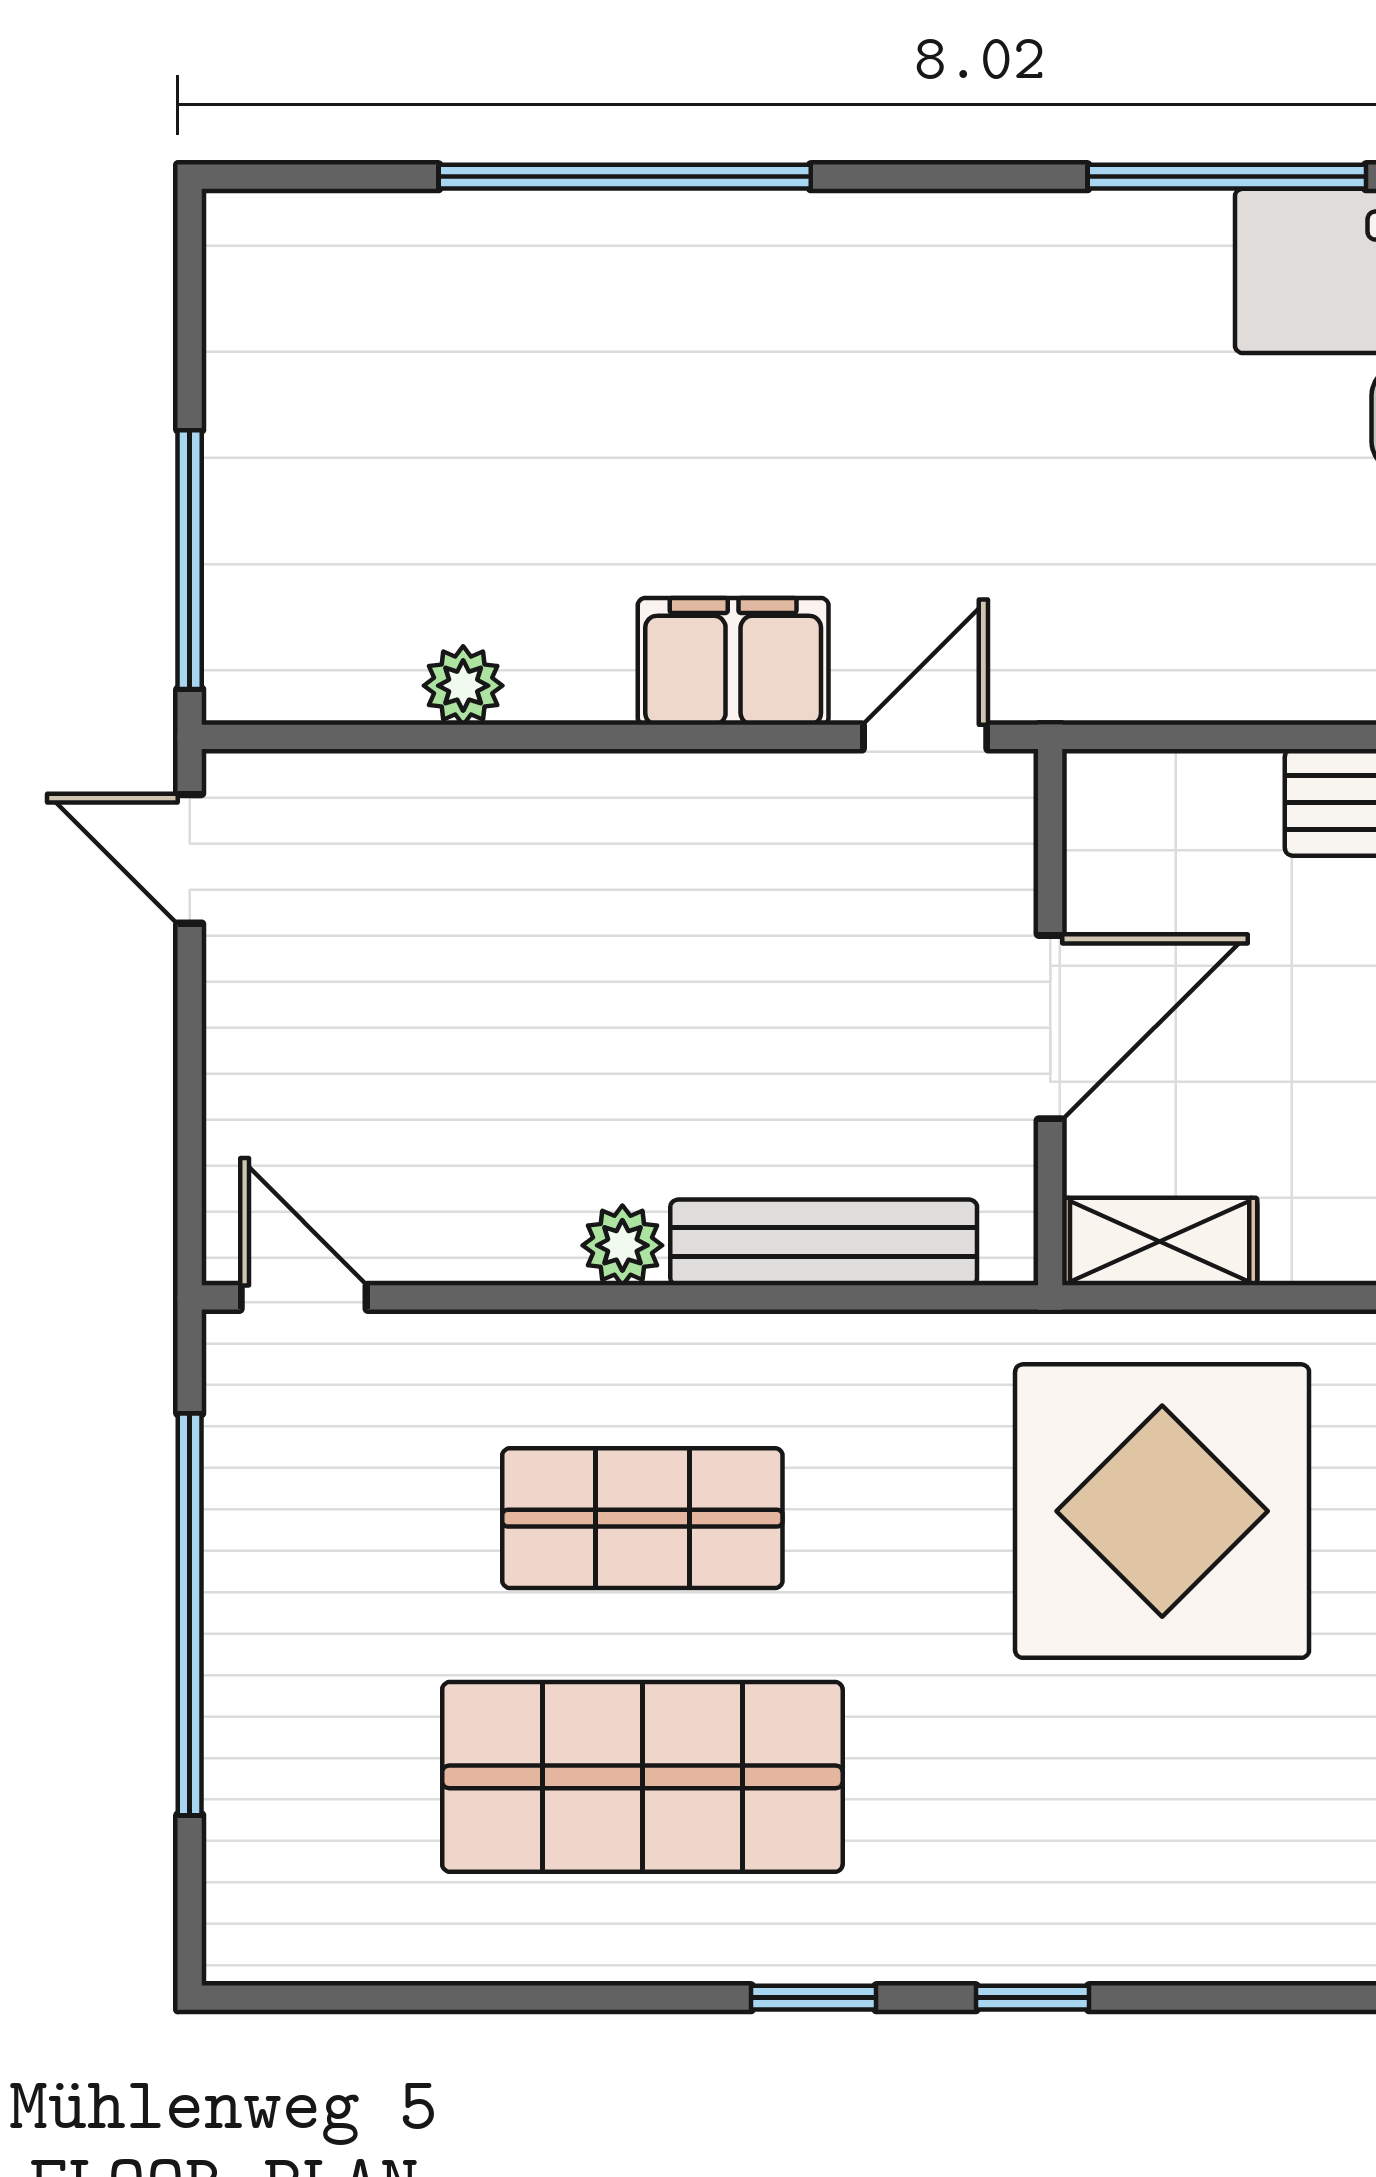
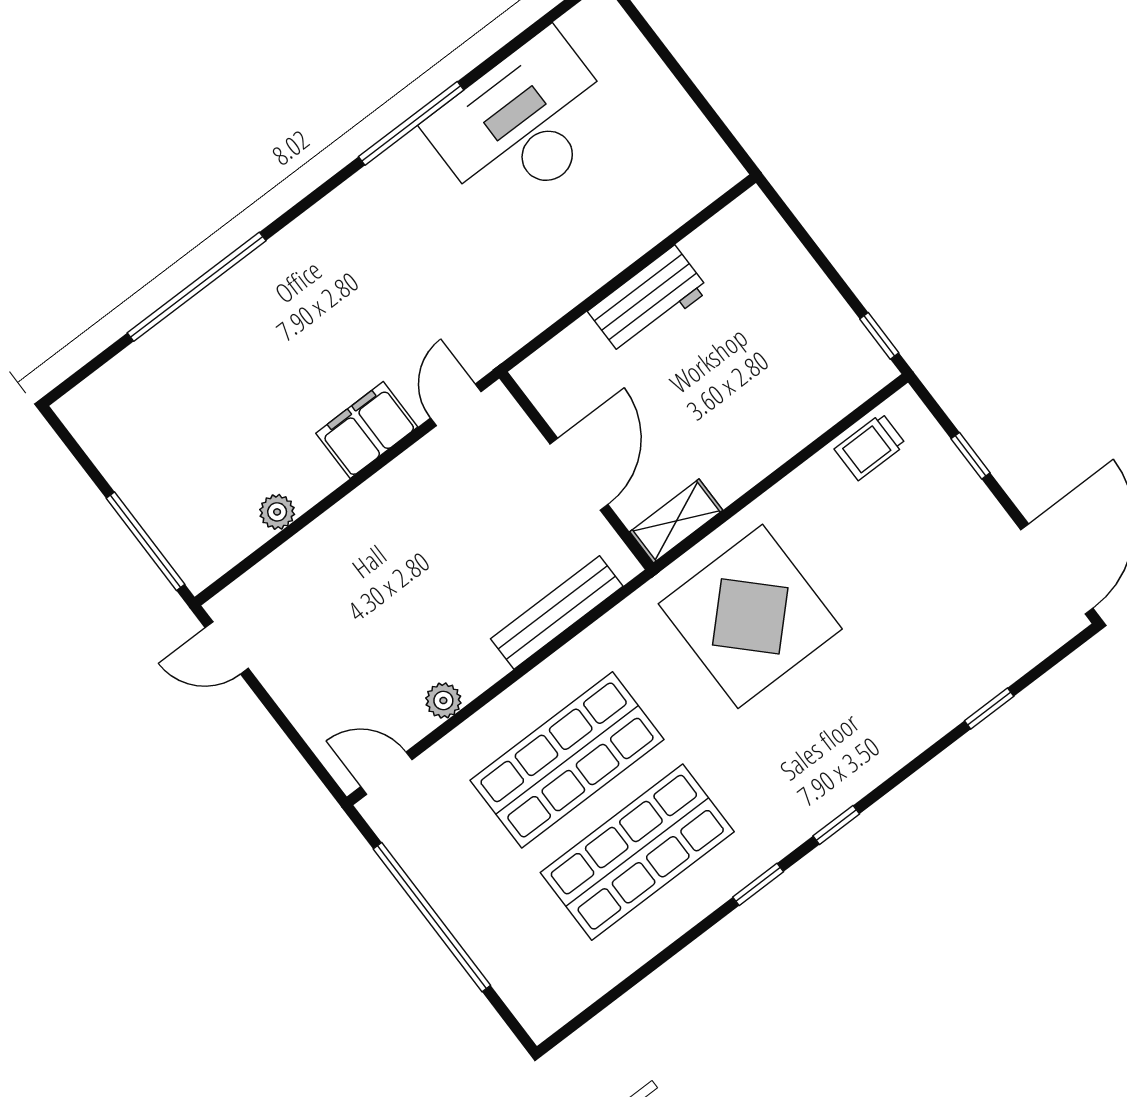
plant: (622, 1245) -> (443, 700), moved
shop shelf: (642, 1518) -> (567, 760), width x1.43, depth x1.36

